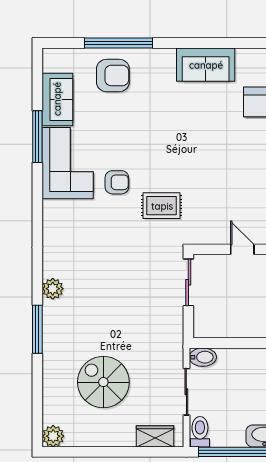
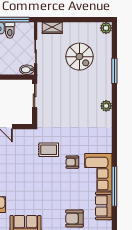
window: (37, 137) -> (114, 186), width x1.46
sliding door: (188, 282) -> (35, 95), moved
window: (37, 329) -> (114, 71), moved
toilet: (200, 432) -> (10, 30), moved

